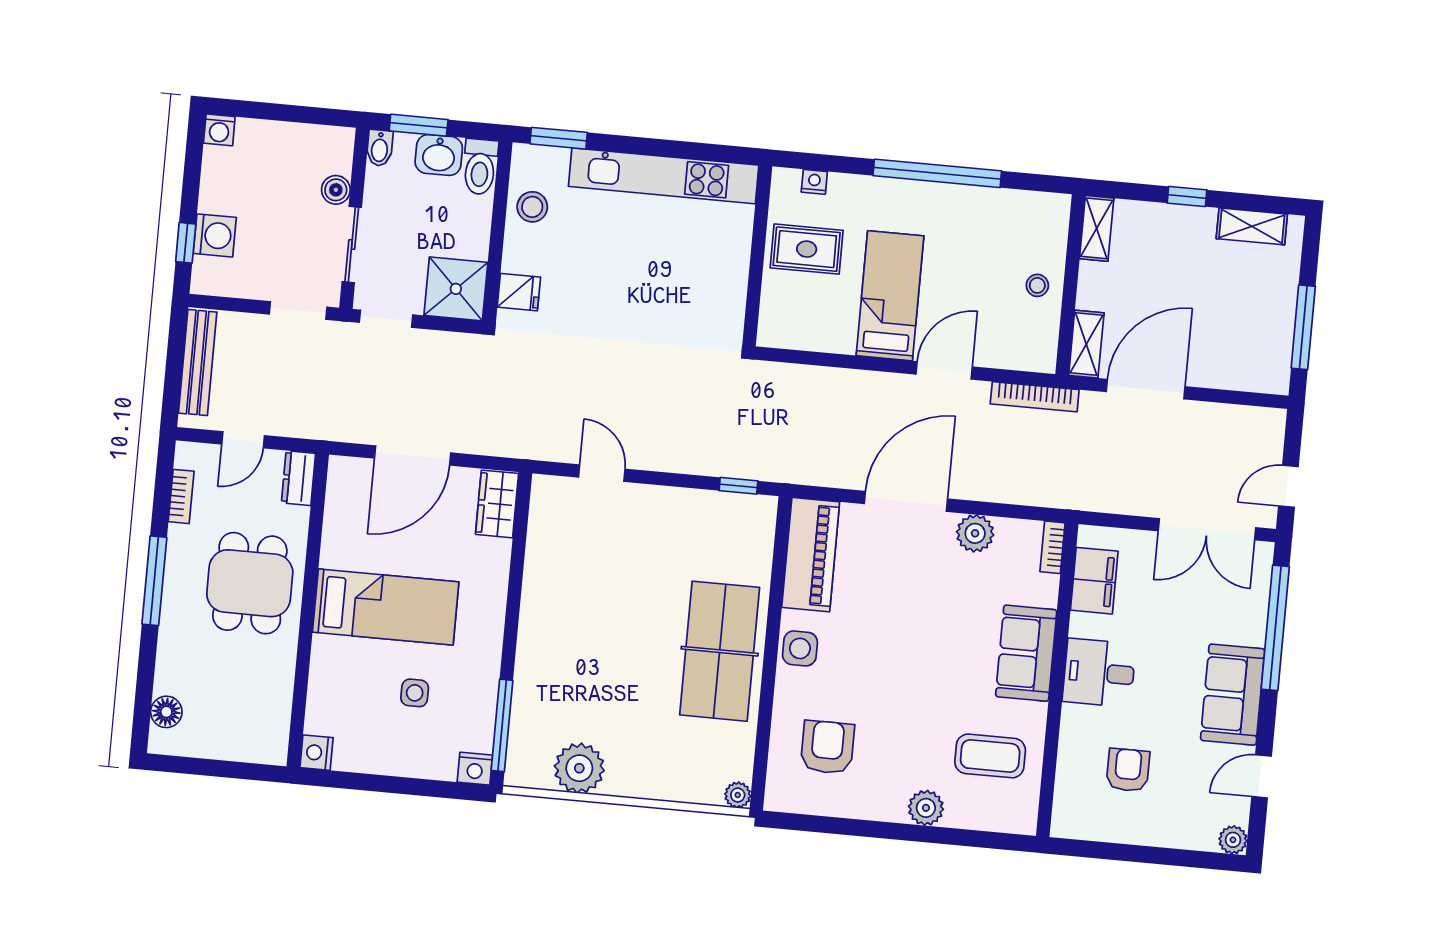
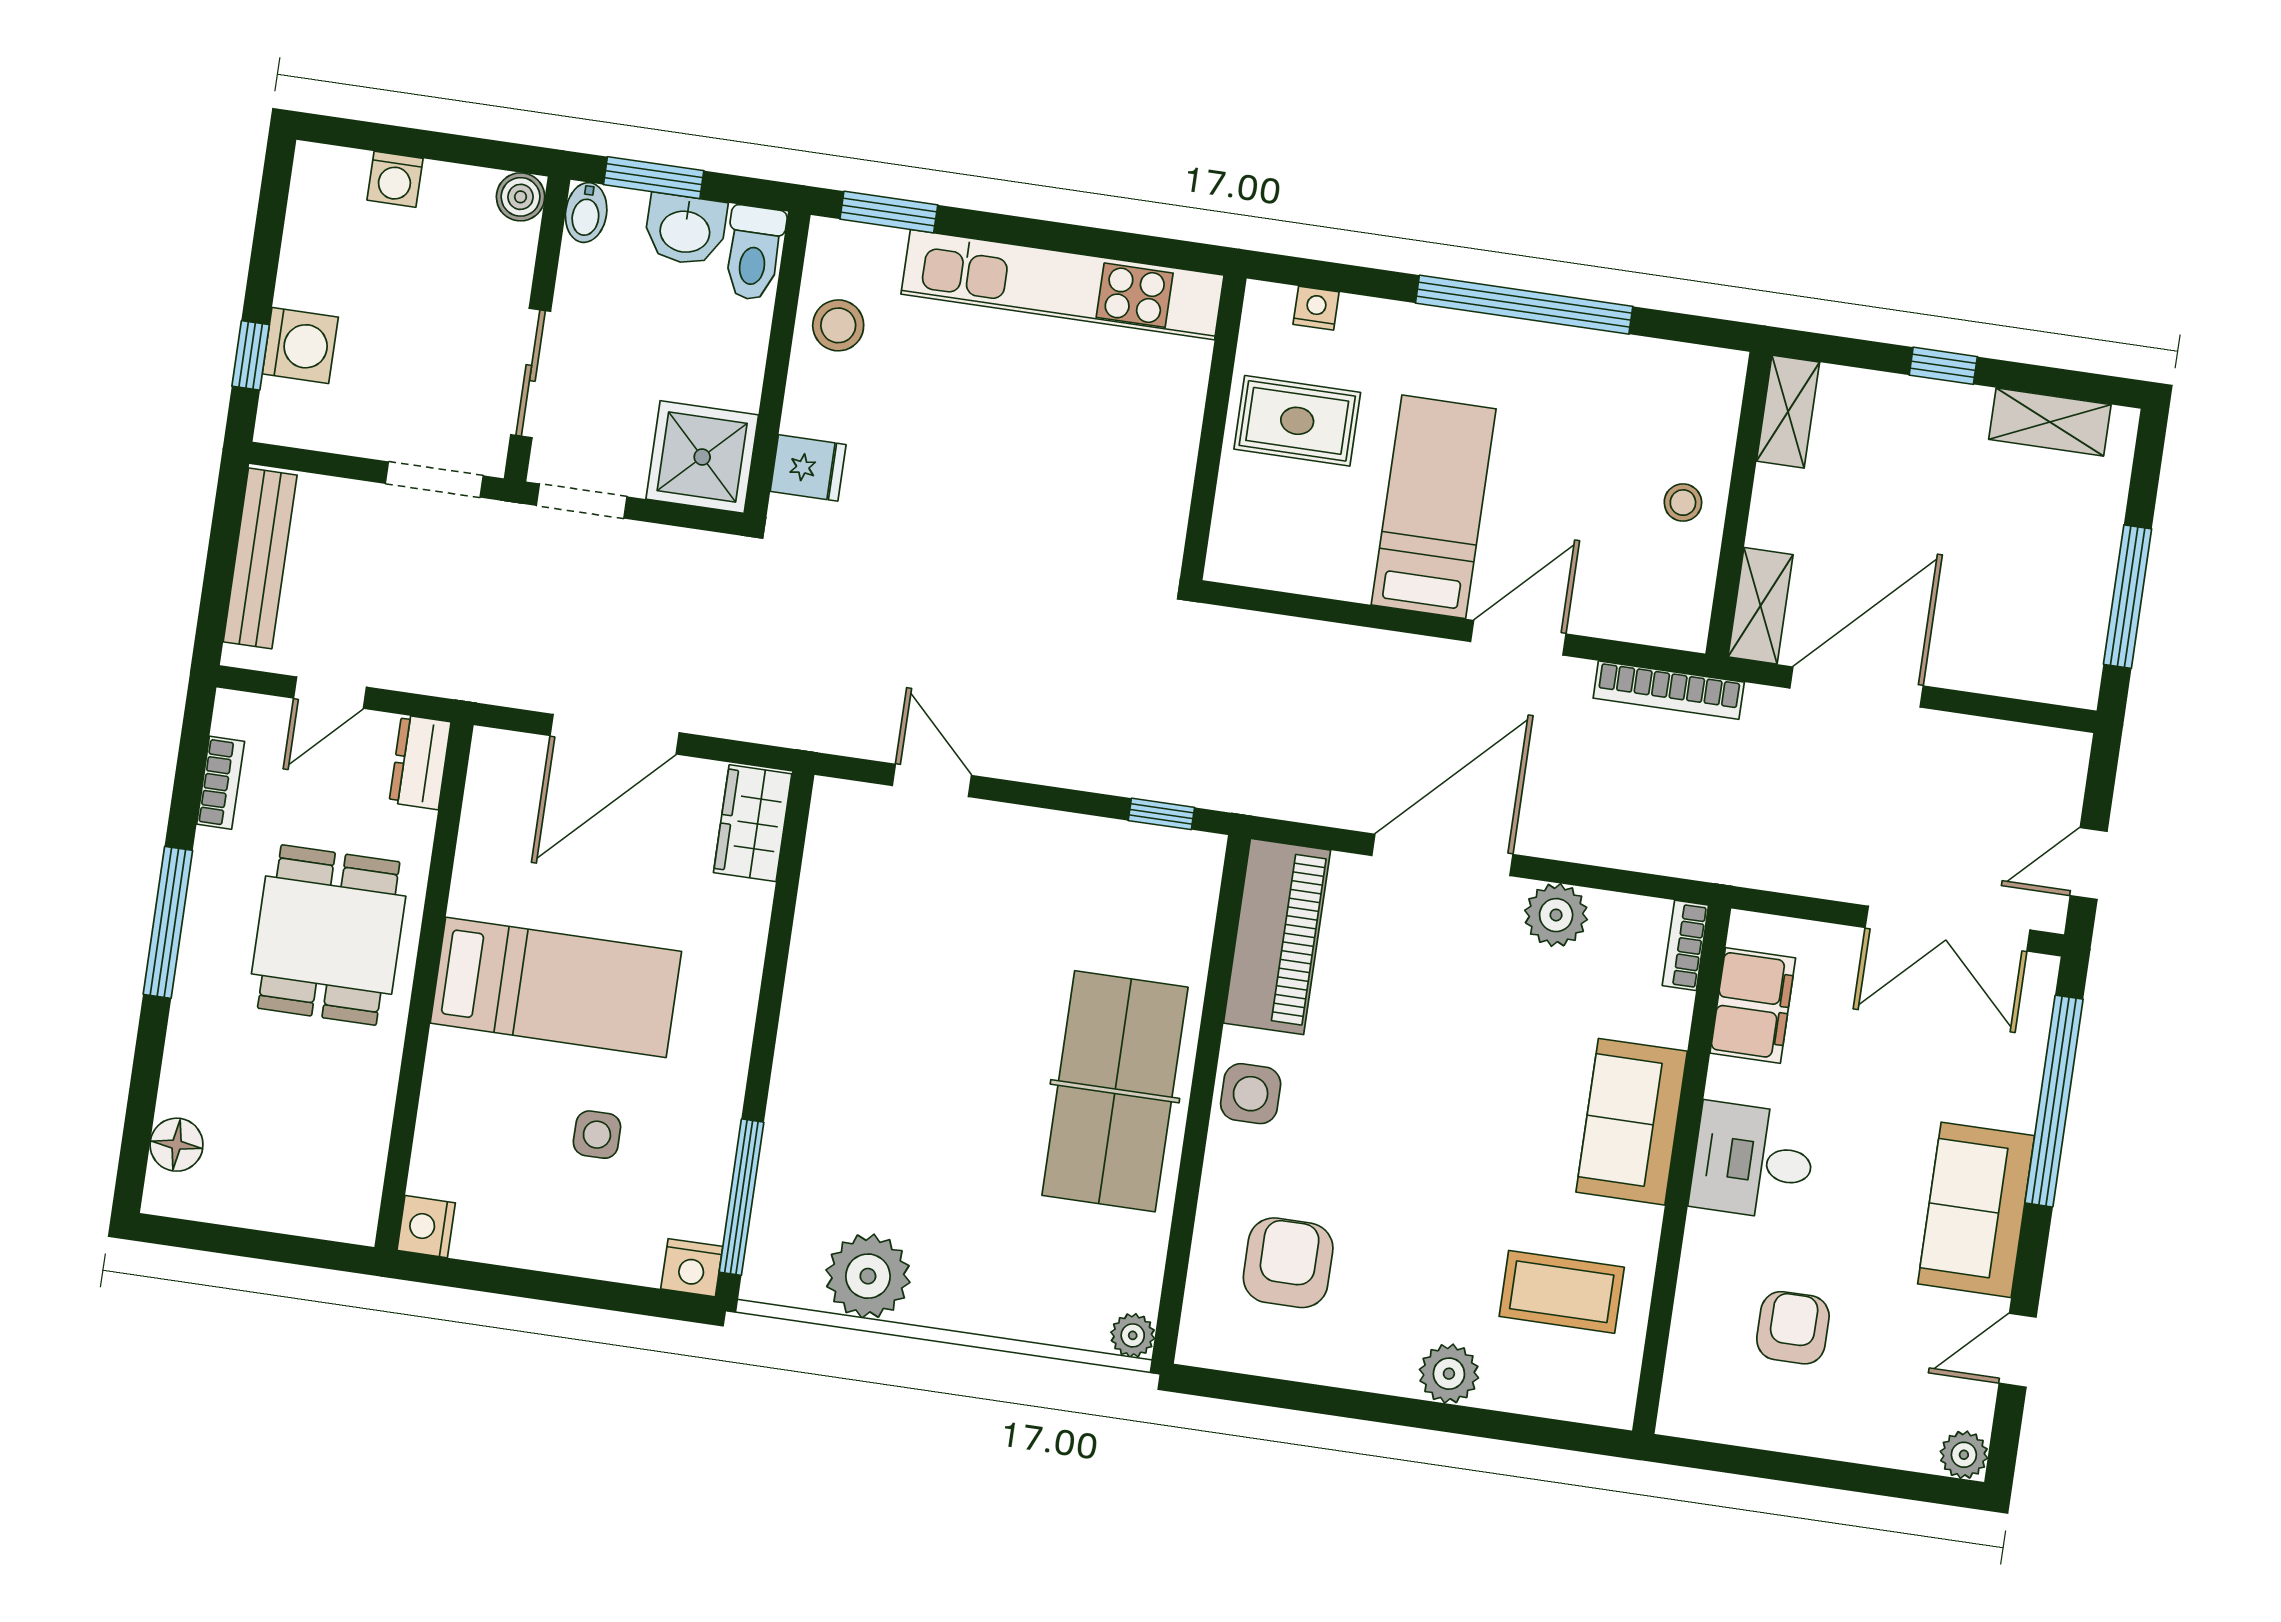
washing machine: (219, 130) -> (395, 179), moved
boiler: (336, 190) -> (521, 197), moved

